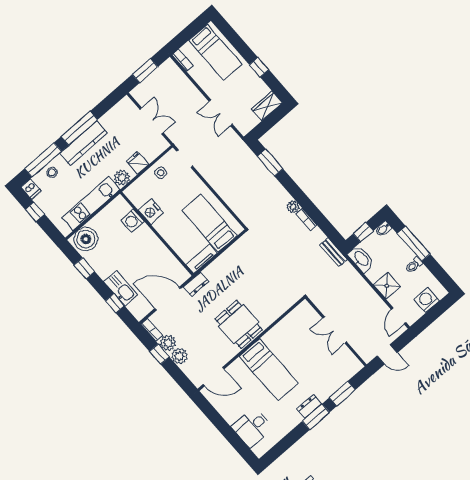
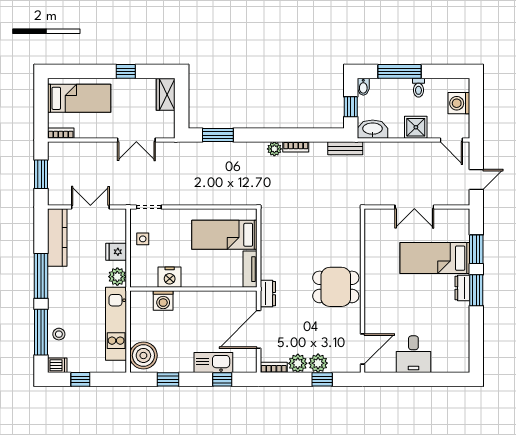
kitchen counter: (83, 143) -> (57, 237), moved
window: (159, 354) -> (322, 379), moved
bed: (269, 370) -> (435, 258), moved, turned 180
desk: (252, 427) -> (413, 354), moved

